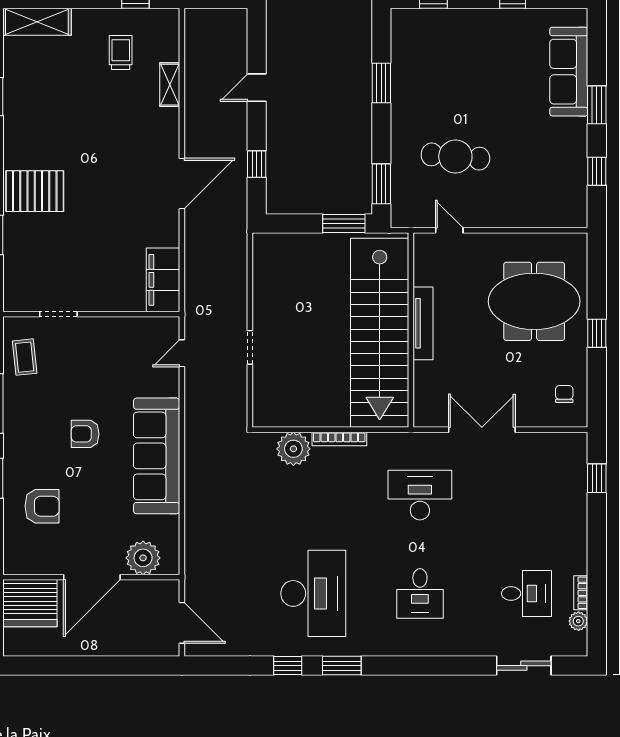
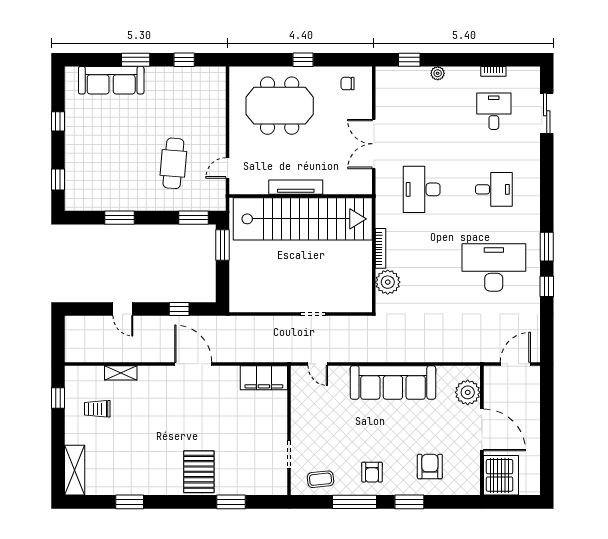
meeting table: (534, 301) -> (280, 106), turned 90
armchair: (85, 434) -> (372, 472), moved
plant: (578, 621) -> (438, 73), moved

